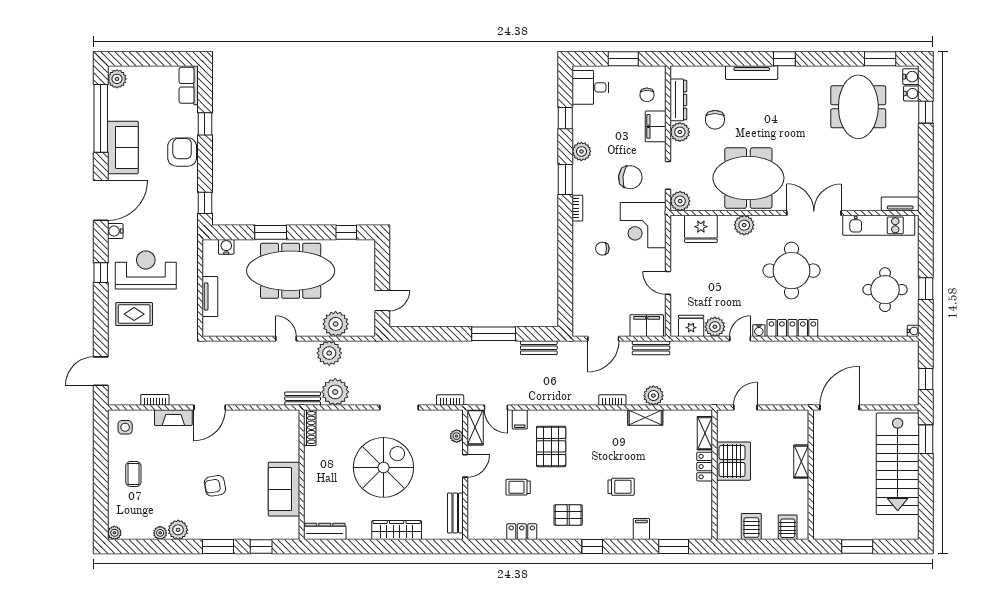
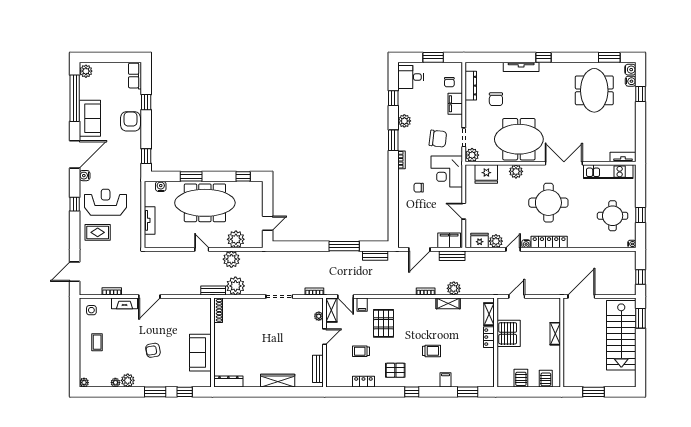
plant: (680, 132) -> (472, 108), removed
spiral stairs: (383, 467) -> (269, 338), removed

